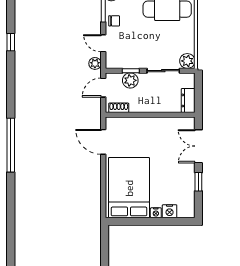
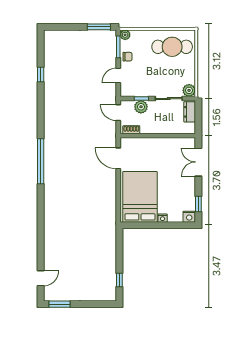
door: (103, 43) -> (118, 75), hinge flipped
plant: (95, 63) -> (111, 93), removed
door: (103, 88) -> (118, 113), hinge flipped
dresser: (188, 100) -> (190, 112), moved
window: (198, 182) -> (198, 204), moved
nightstand: (170, 211) -> (189, 217), moved

